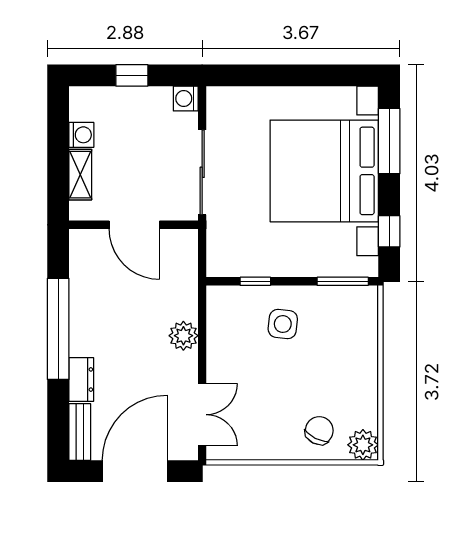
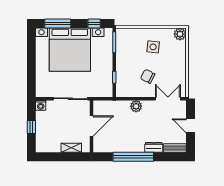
washing machine: (81, 135) -> (55, 147), removed
side table: (283, 324) -> (153, 47), moved
chair: (319, 431) -> (148, 76), moved
door: (135, 471) -> (191, 126), width x0.53

